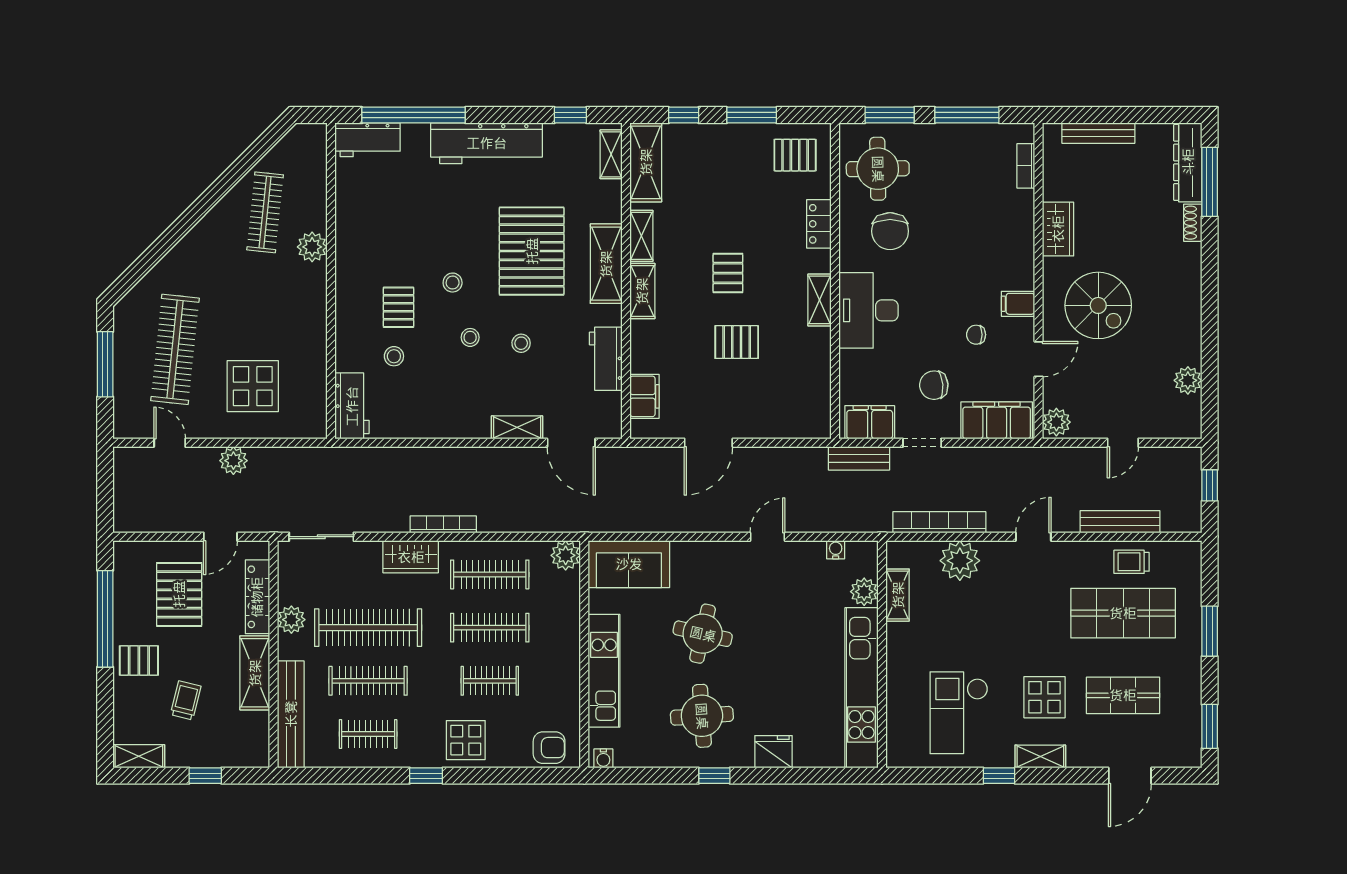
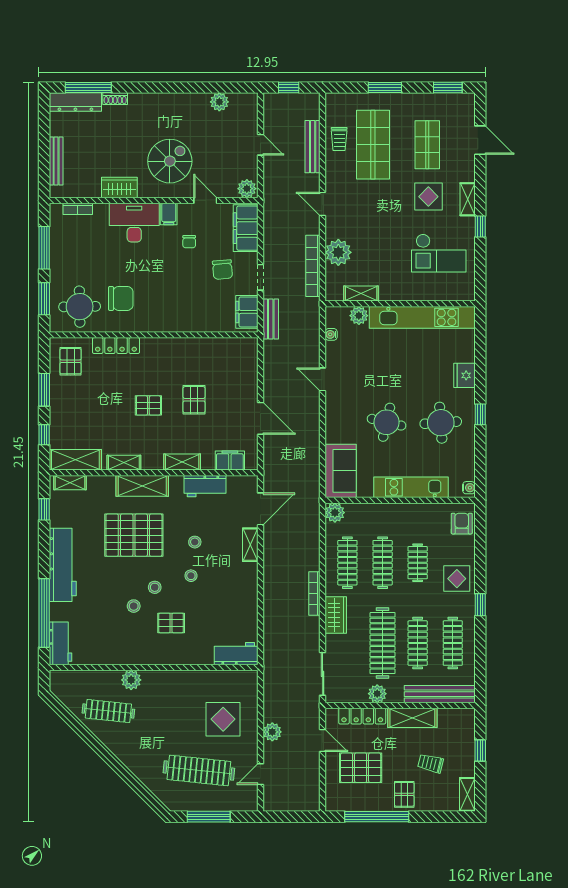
locker: (819, 224) -> (116, 346), width x1.53
shelving: (642, 291) -> (182, 462), moved
shelving: (819, 300) -> (166, 345), removed
desk: (868, 310) -> (134, 223), moved, turned 180
stool: (394, 356) -> (134, 606), moved
clothes rail: (368, 734) -> (453, 643), width x1.36

